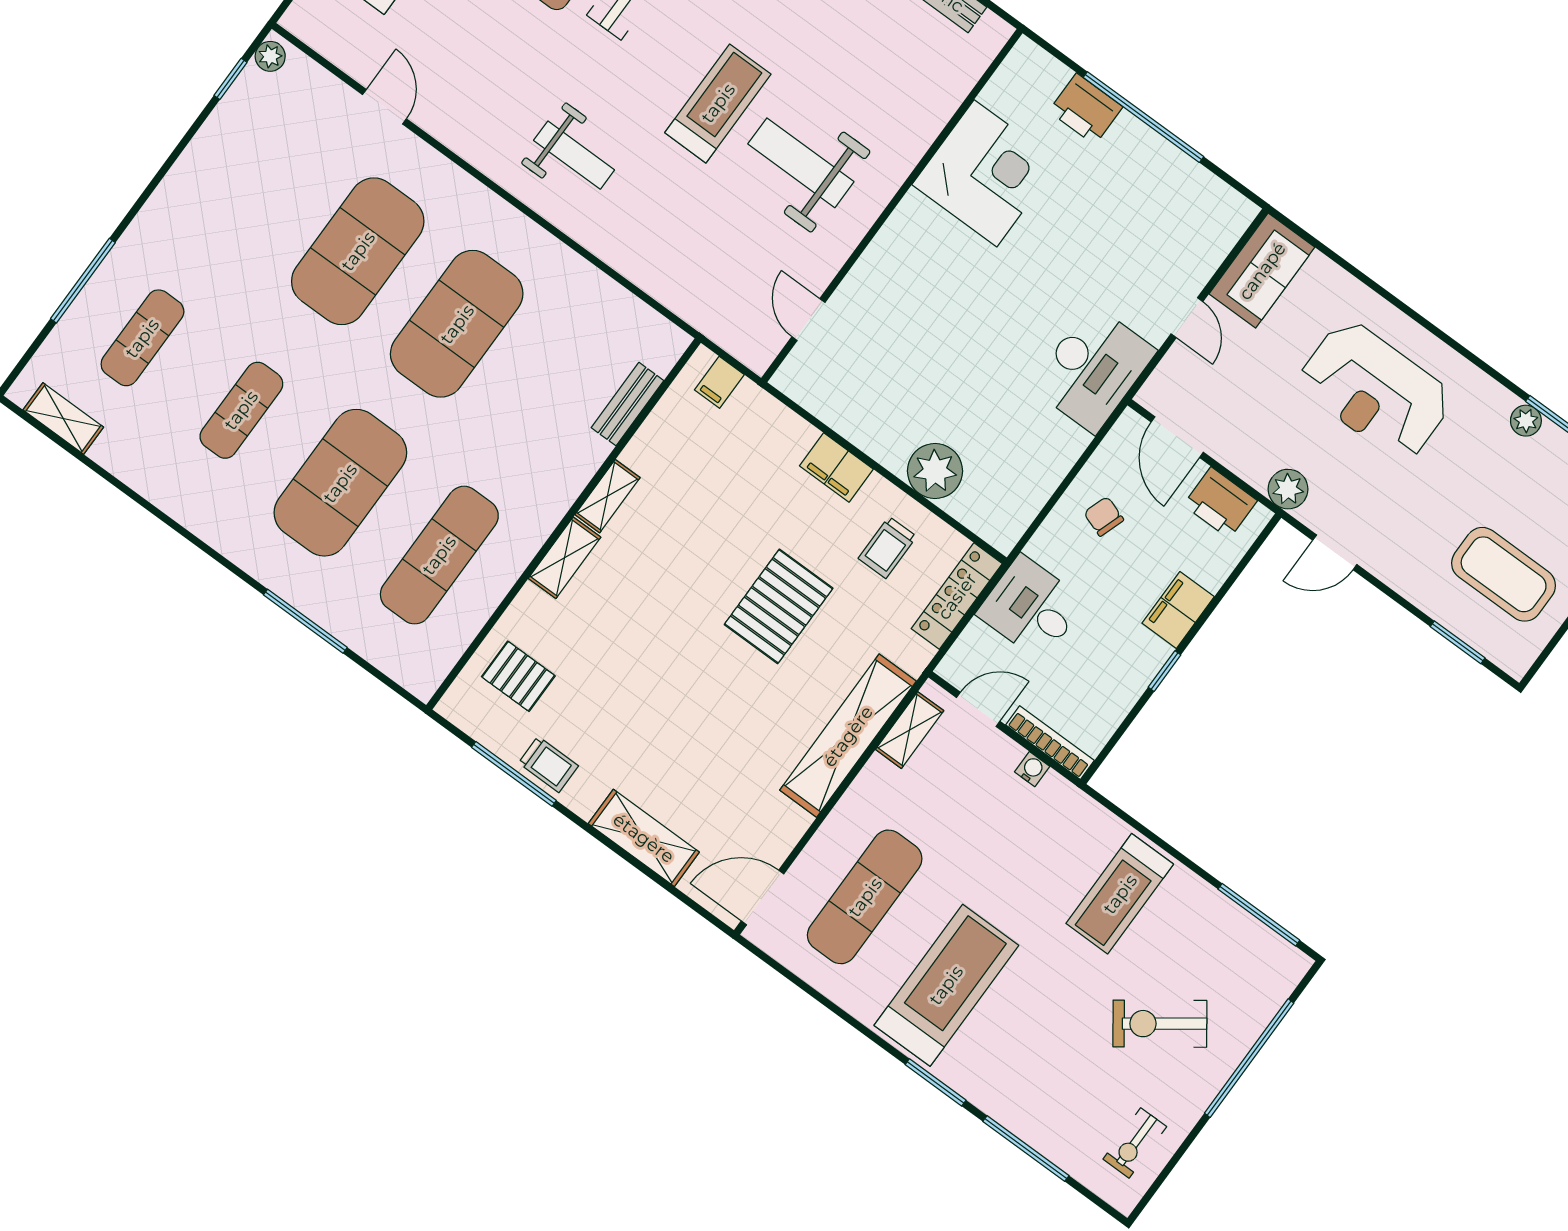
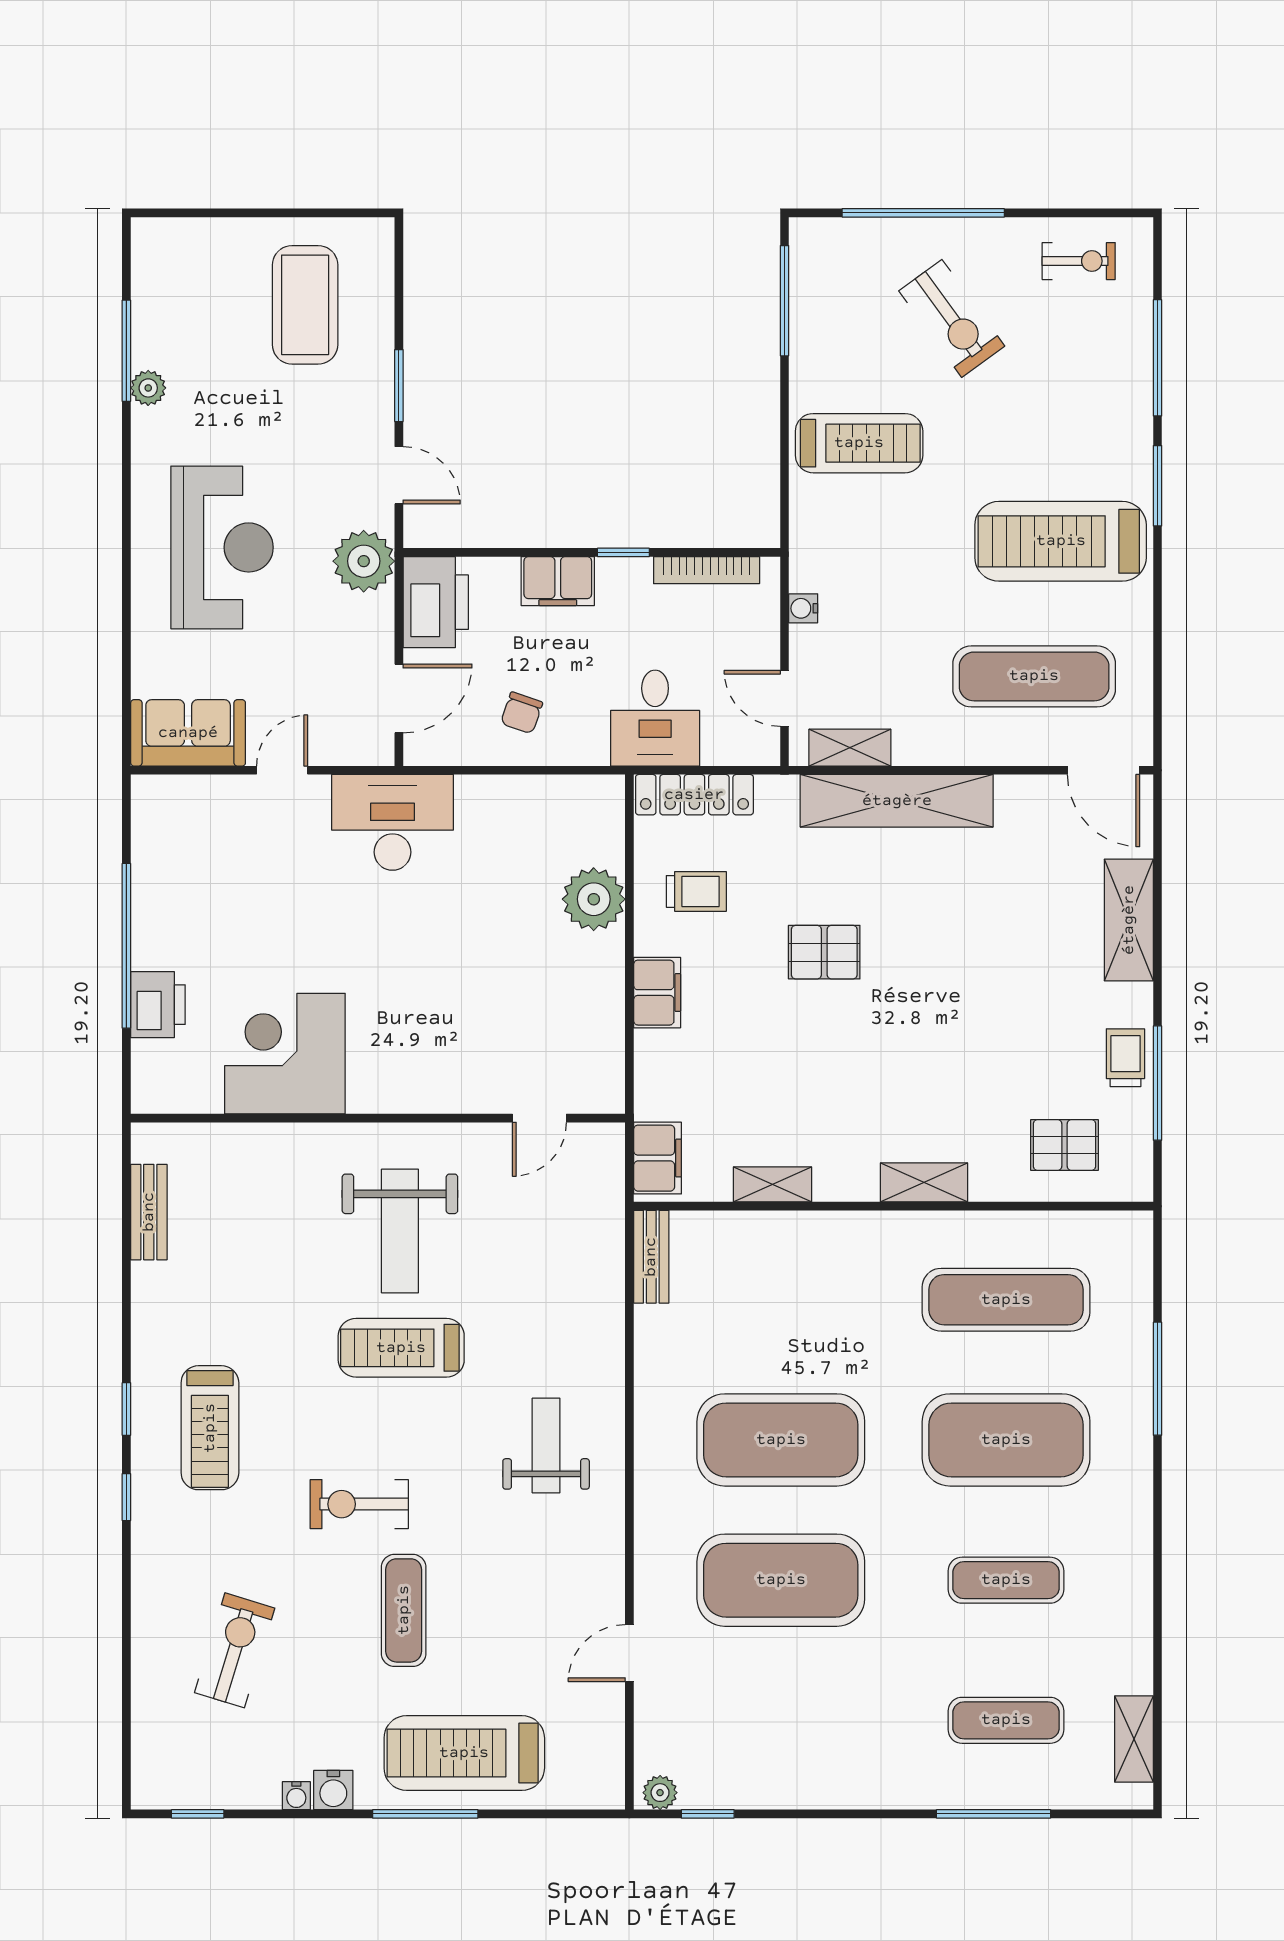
filing cabinet: (719, 382) -> (657, 1158), width x2.00
bench: (627, 404) -> (651, 1257), moved, turned 90
plant: (1288, 489) -> (364, 561), width x1.36, depth x1.36
shelving: (607, 496) -> (772, 1184), moved
printer: (1220, 503) -> (436, 602), width x1.37, depth x1.19
pallet: (779, 606) -> (824, 952), width x0.67, depth x0.71
window: (1458, 642) -> (399, 386), moved
pallet: (518, 676) -> (1064, 1145), turned 90
bookcase: (1050, 743) -> (707, 570), moved, turned -90

